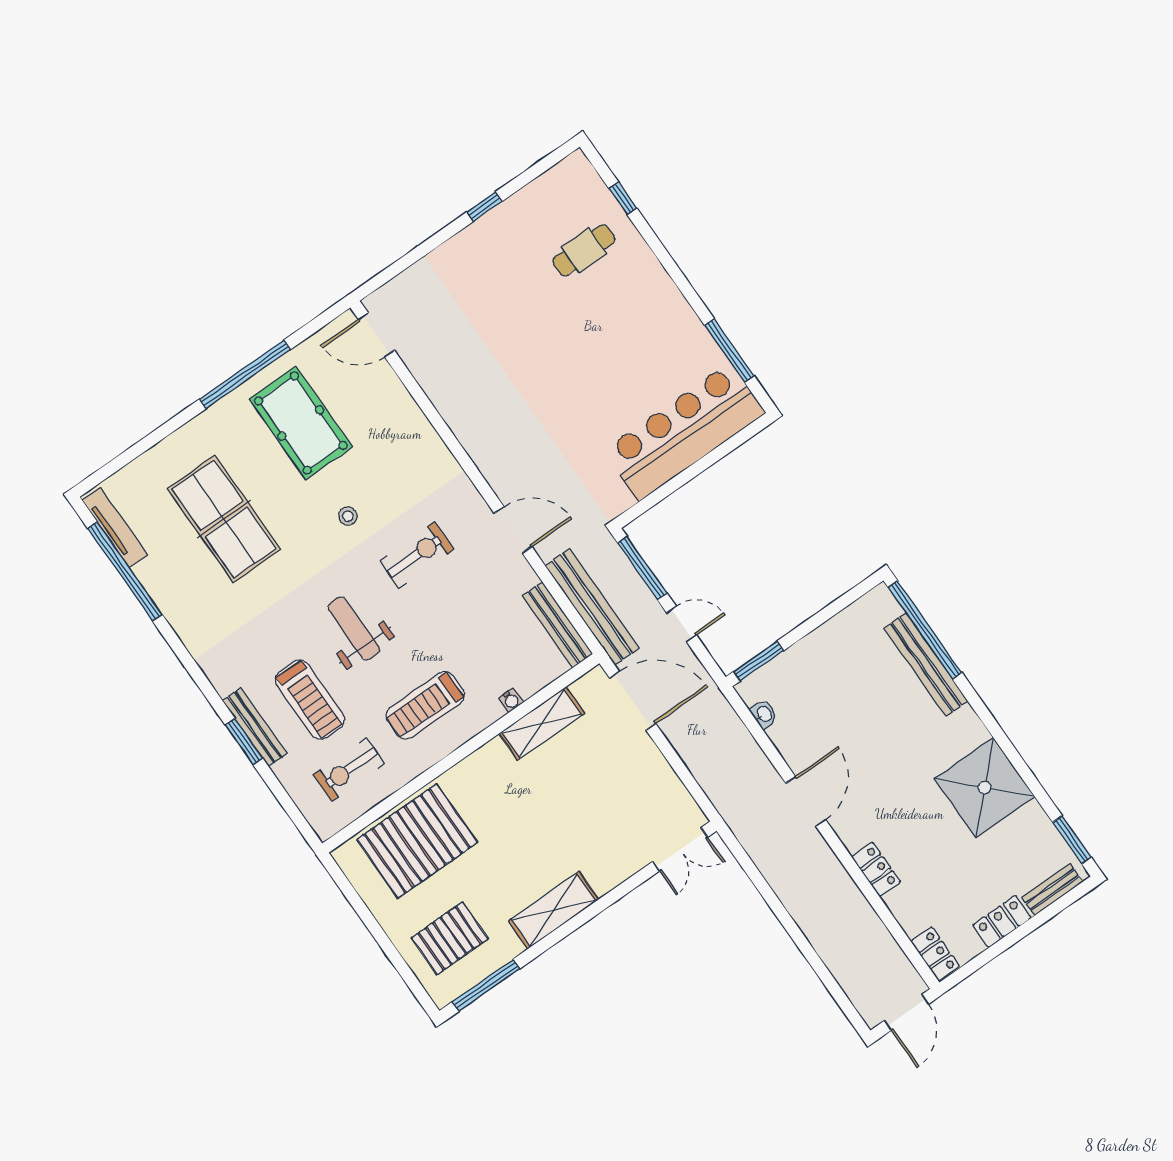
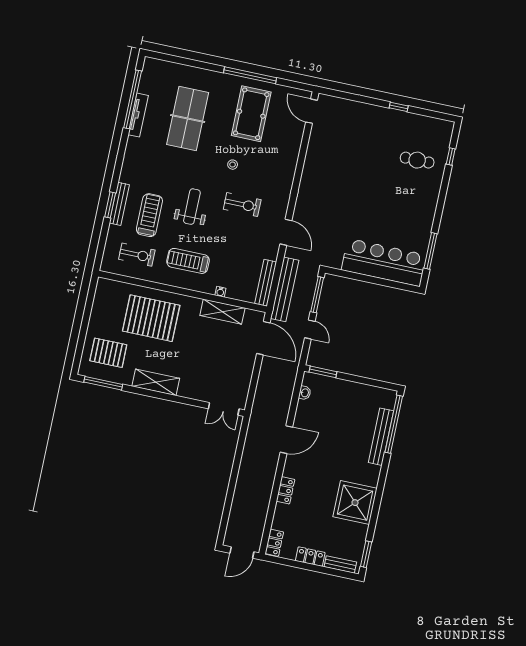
tv unit: (115, 528) -> (138, 115), moved
treadmill: (310, 700) -> (149, 215), turned 180
exercise bike: (349, 769) -> (137, 255), turned 180
pallet: (417, 841) -> (151, 318), moved

